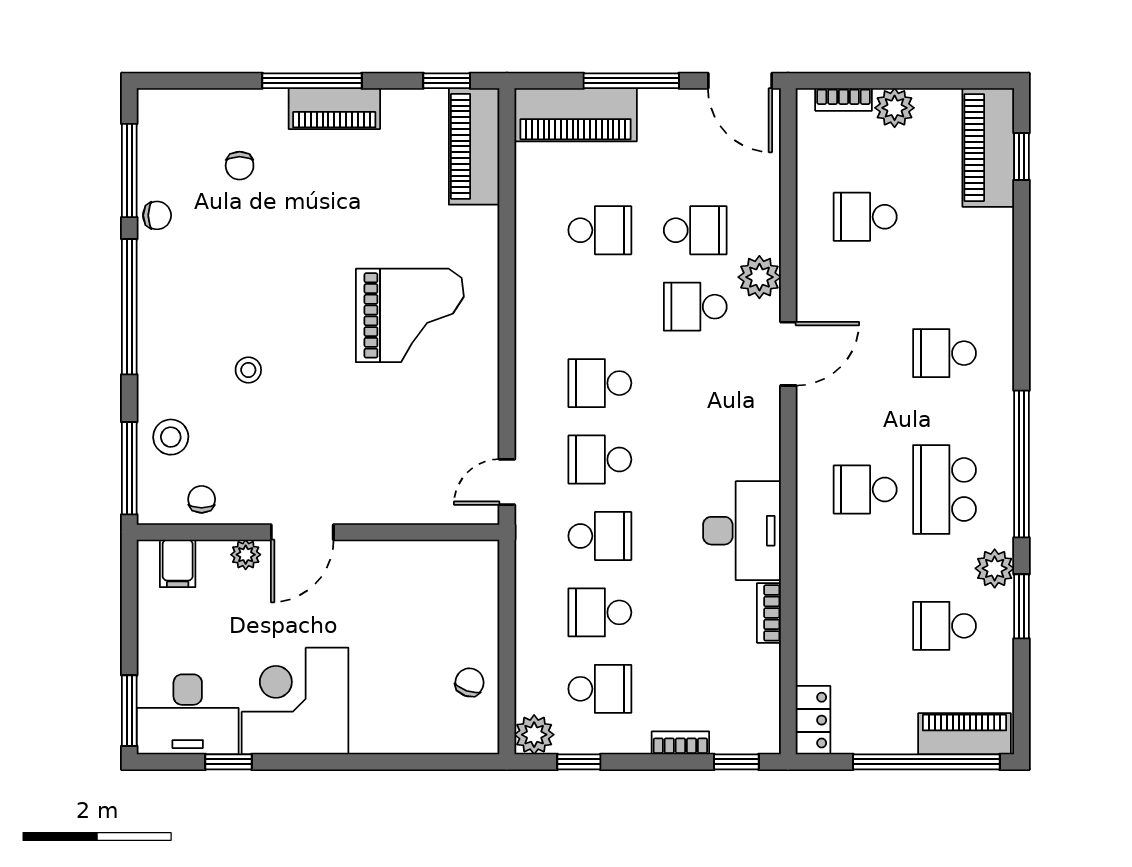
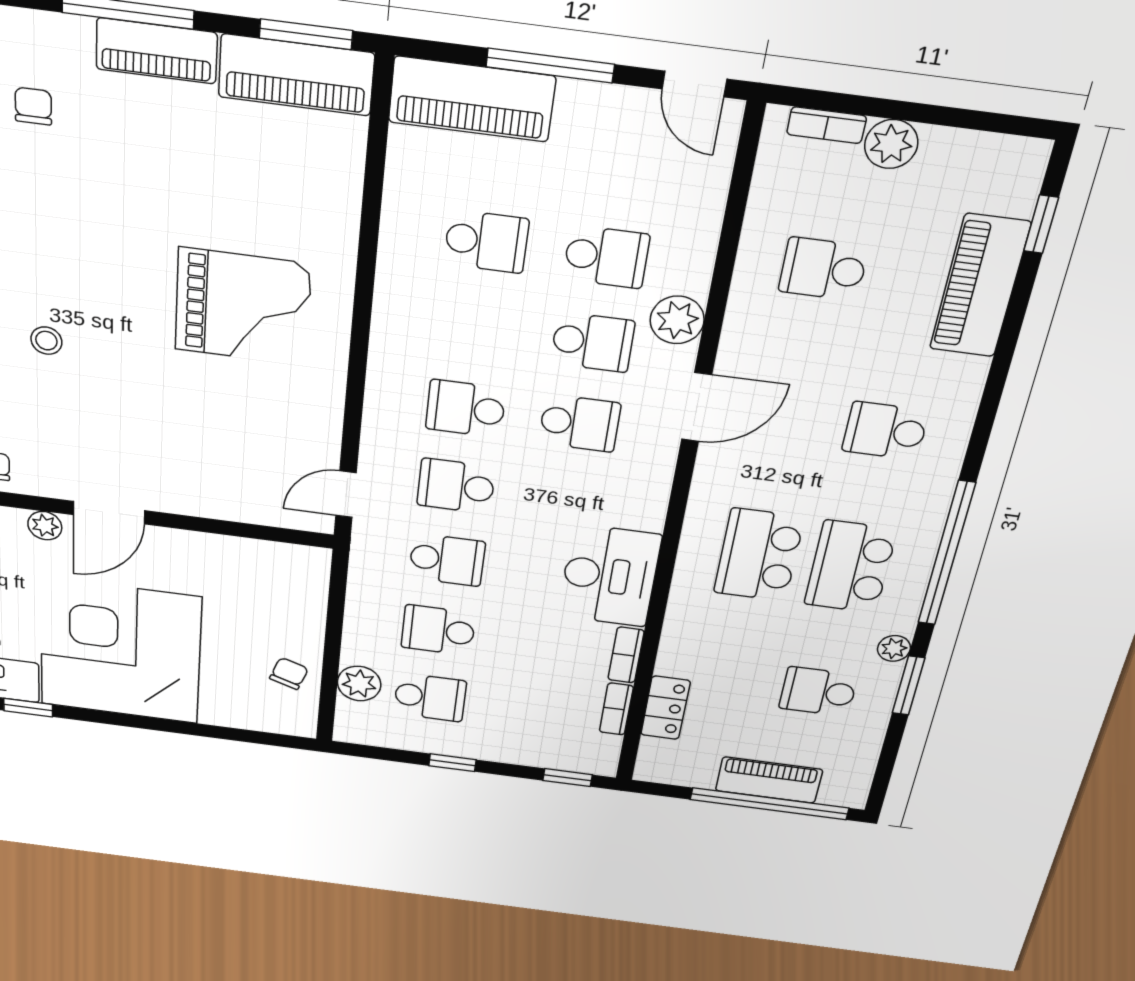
window: (447, 81) -> (306, 34), width x1.50
door: (740, 81) -> (694, 84), width x0.73
piano: (474, 146) -> (296, 75), moved, turned -90
piano: (988, 148) -> (980, 286), moved
chair: (240, 166) -> (33, 106), turned 180
school desk: (695, 307) -> (593, 342), turned 180
school desk: (695, 383) -> (580, 423), added
school desk: (865, 489) -> (759, 555), width x1.85
plant: (995, 568) -> (894, 648), width x0.73, depth x0.73
corner desk: (295, 701) -> (120, 651), width x1.36, depth x1.36
locker: (813, 720) -> (665, 708), moved
piano: (964, 734) -> (769, 780), moved
plant: (534, 735) -> (359, 684), moved
bookcase: (680, 743) -> (616, 709), moved, turned -90
window: (579, 762) -> (452, 763), moved

